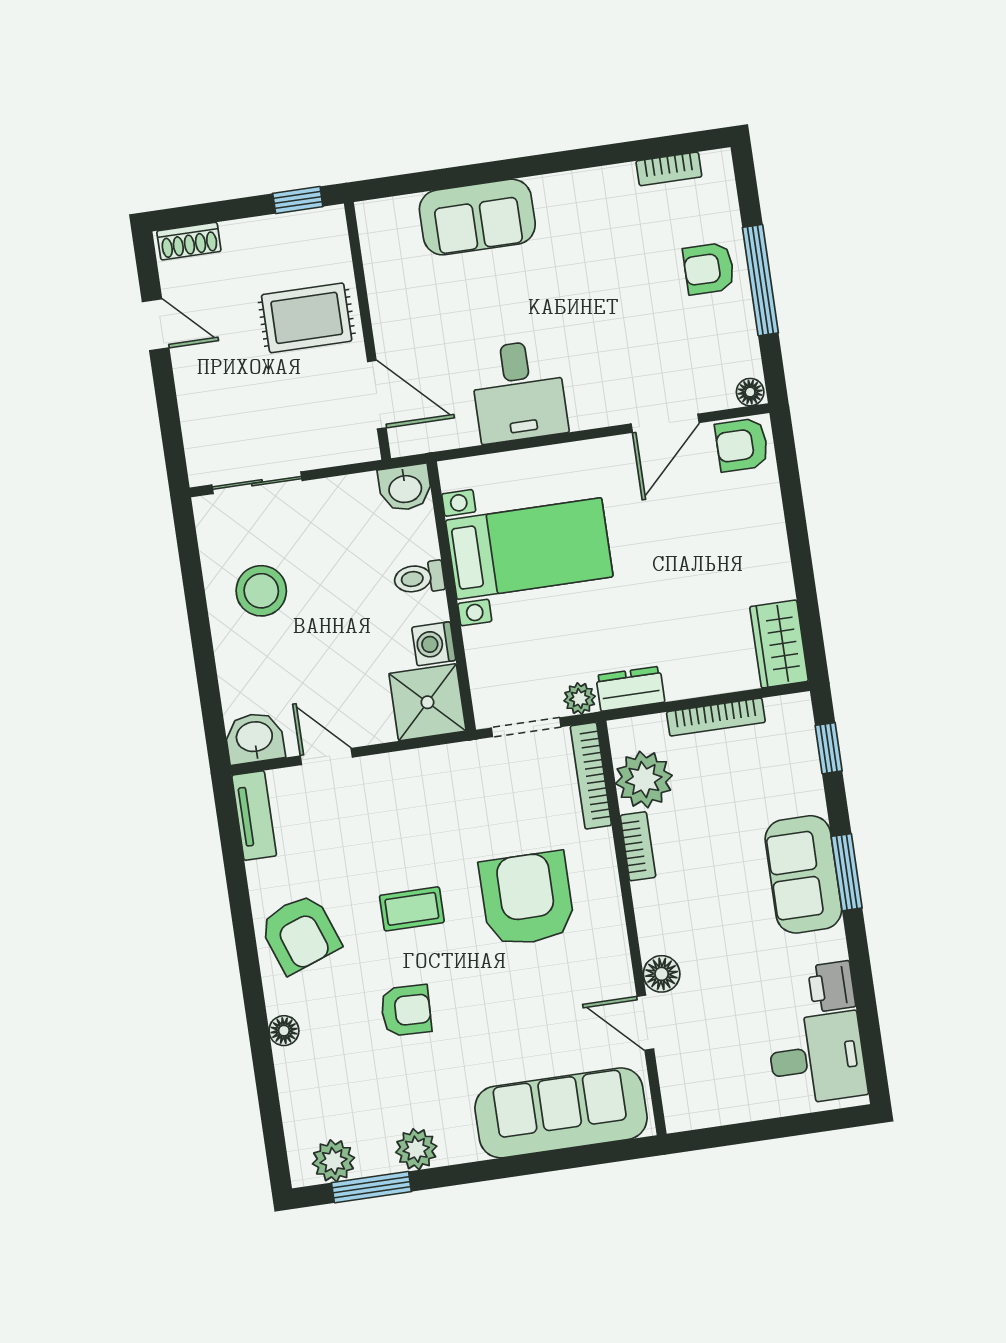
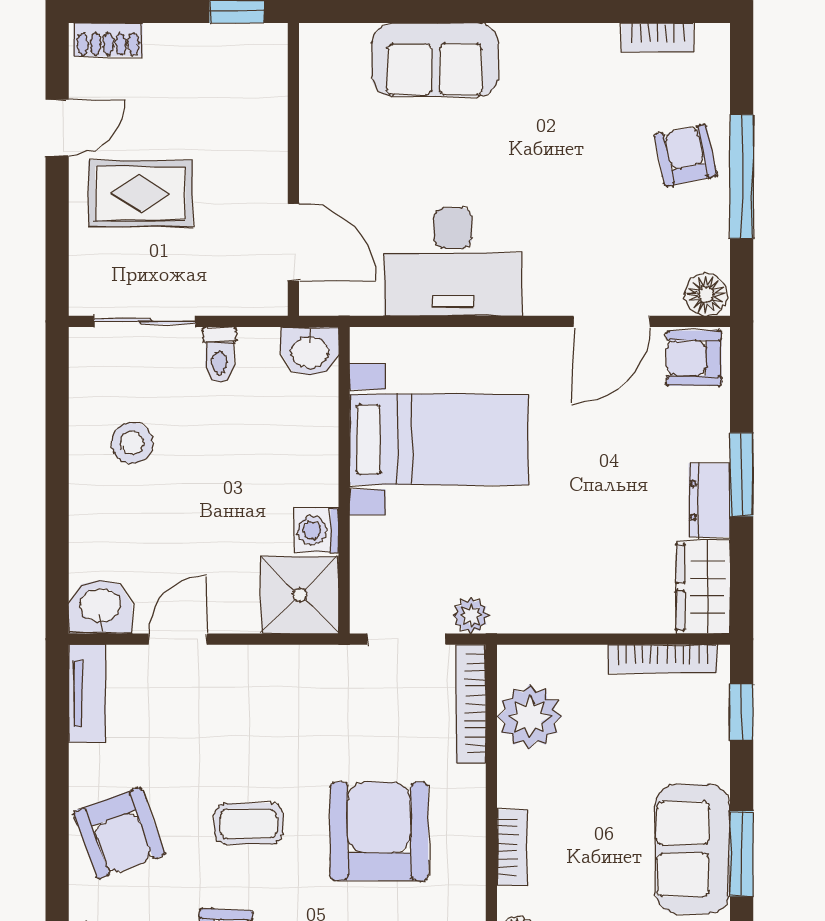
armchair: (709, 269) -> (686, 155), turned 78
rug: (307, 318) -> (140, 193), moved
door: (156, 325) -> (57, 128), hinge flipped
desk: (519, 391) -> (453, 262), width x1.37
floor lamp: (750, 392) -> (706, 295), width x1.37, depth x1.37
window: (798, 541) -> (742, 474), added
toilet: (419, 578) -> (220, 355), moved, turned -90
stool: (261, 591) -> (132, 443), width x0.73, depth x0.73
dresser: (630, 689) -> (709, 500), moved, turned -90
bookcase: (716, 717) -> (663, 659), moved
door: (326, 756) -> (178, 639), hinge flipped
bookcase: (638, 846) -> (512, 847), moved

